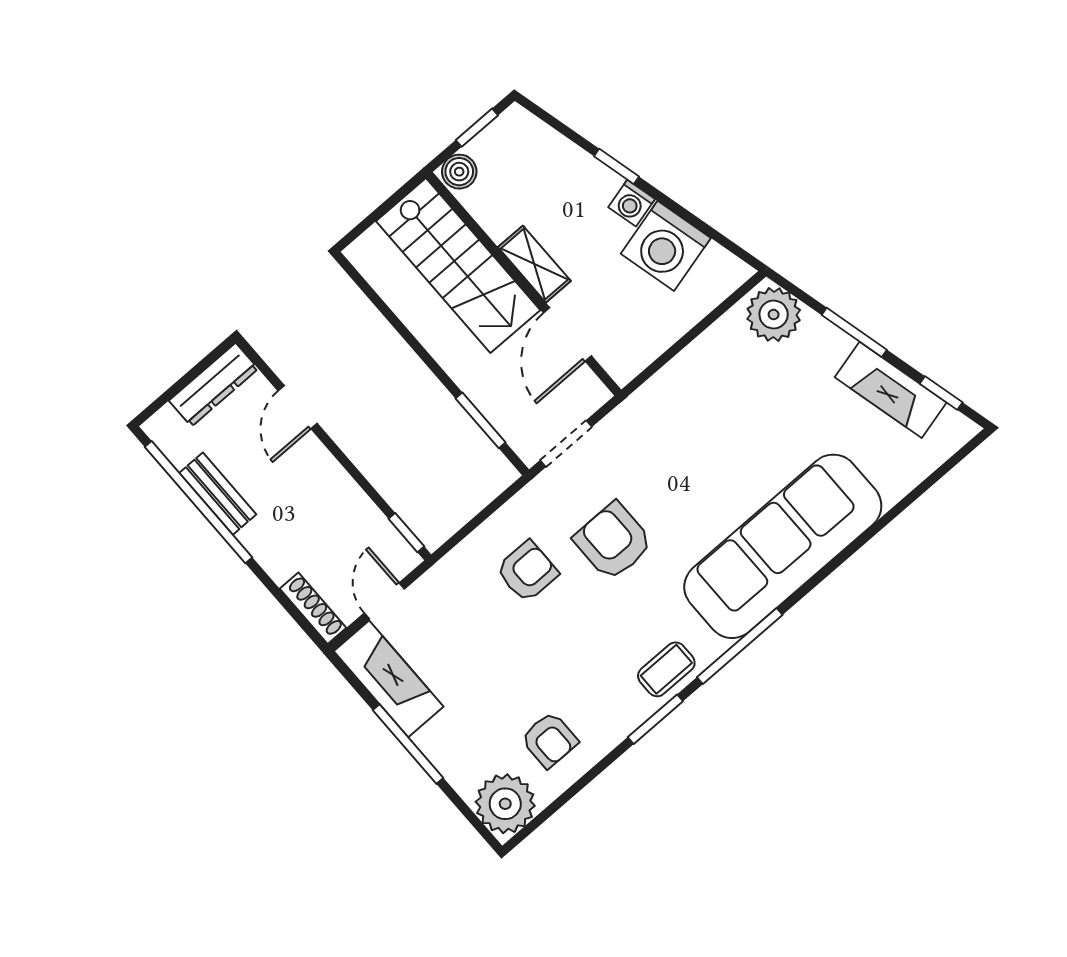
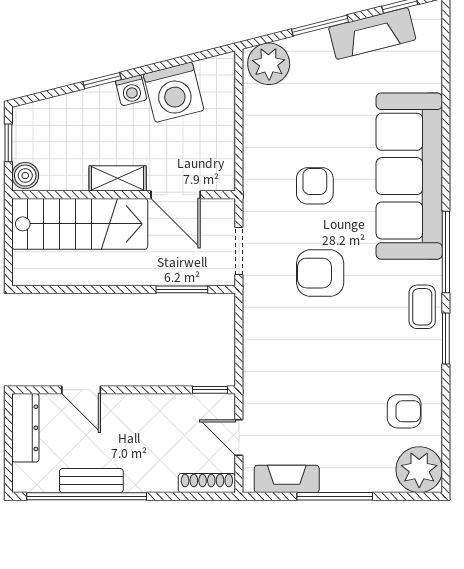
armchair: (527, 571) -> (315, 186), moved
fireplace: (389, 679) -> (287, 479), width x0.73, depth x0.76

